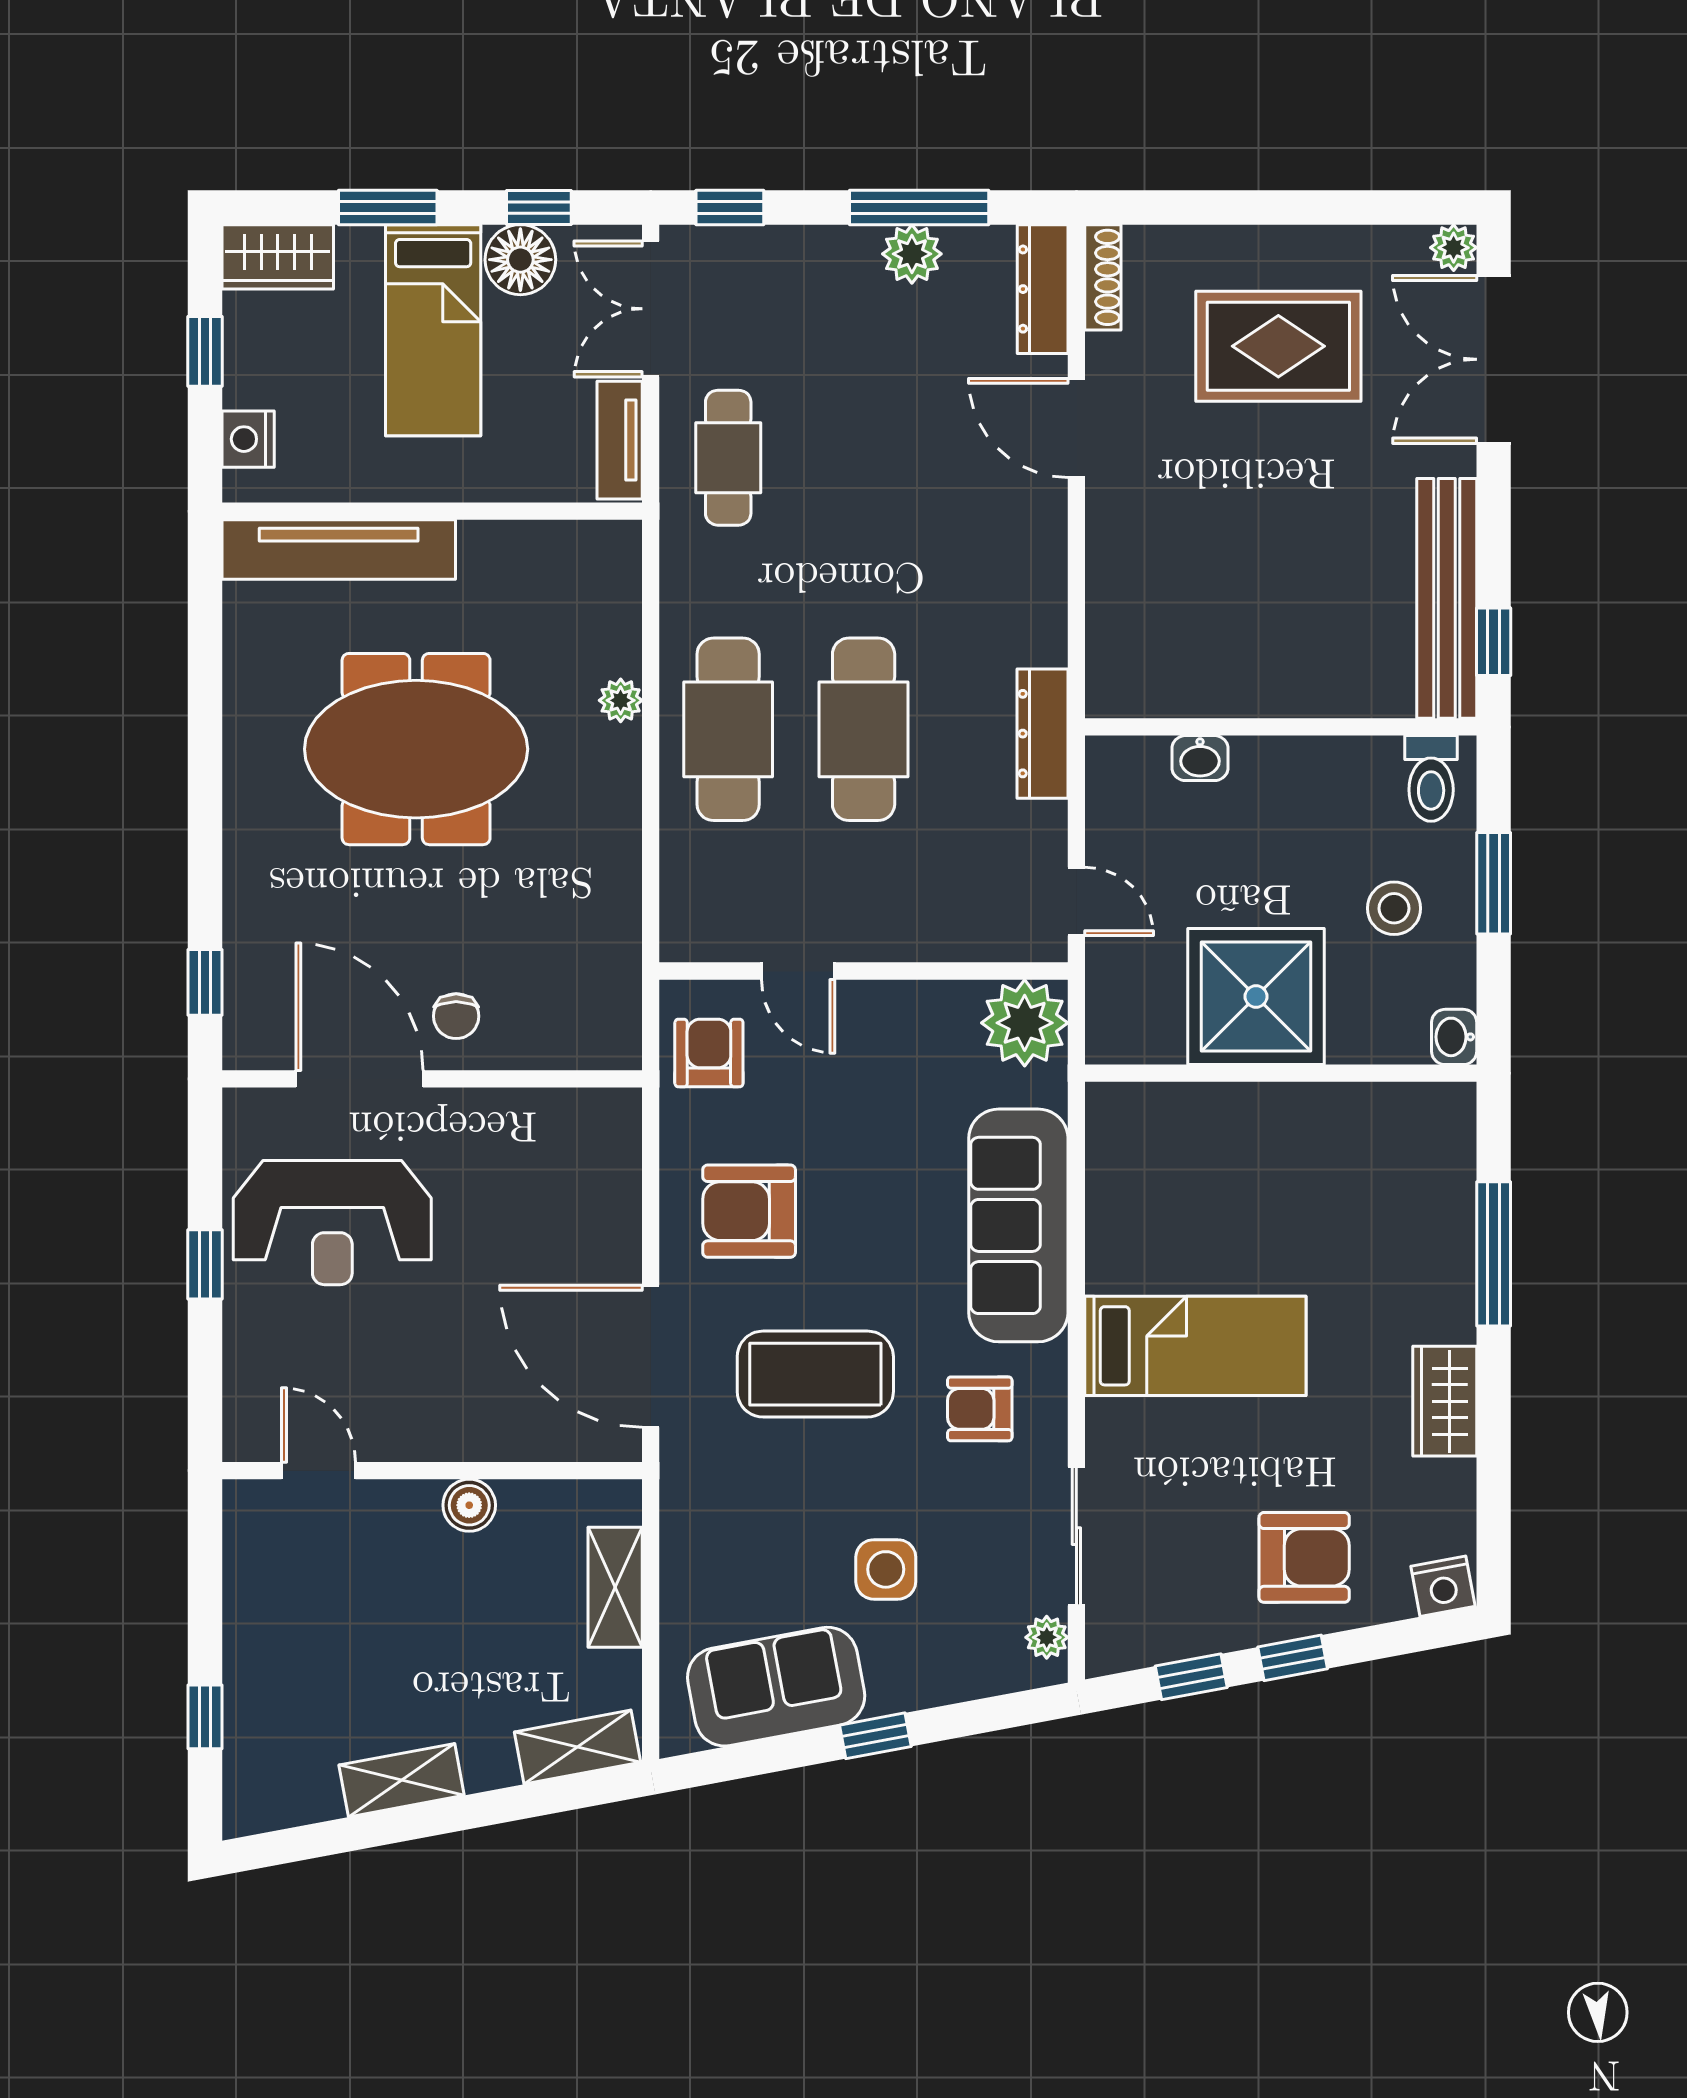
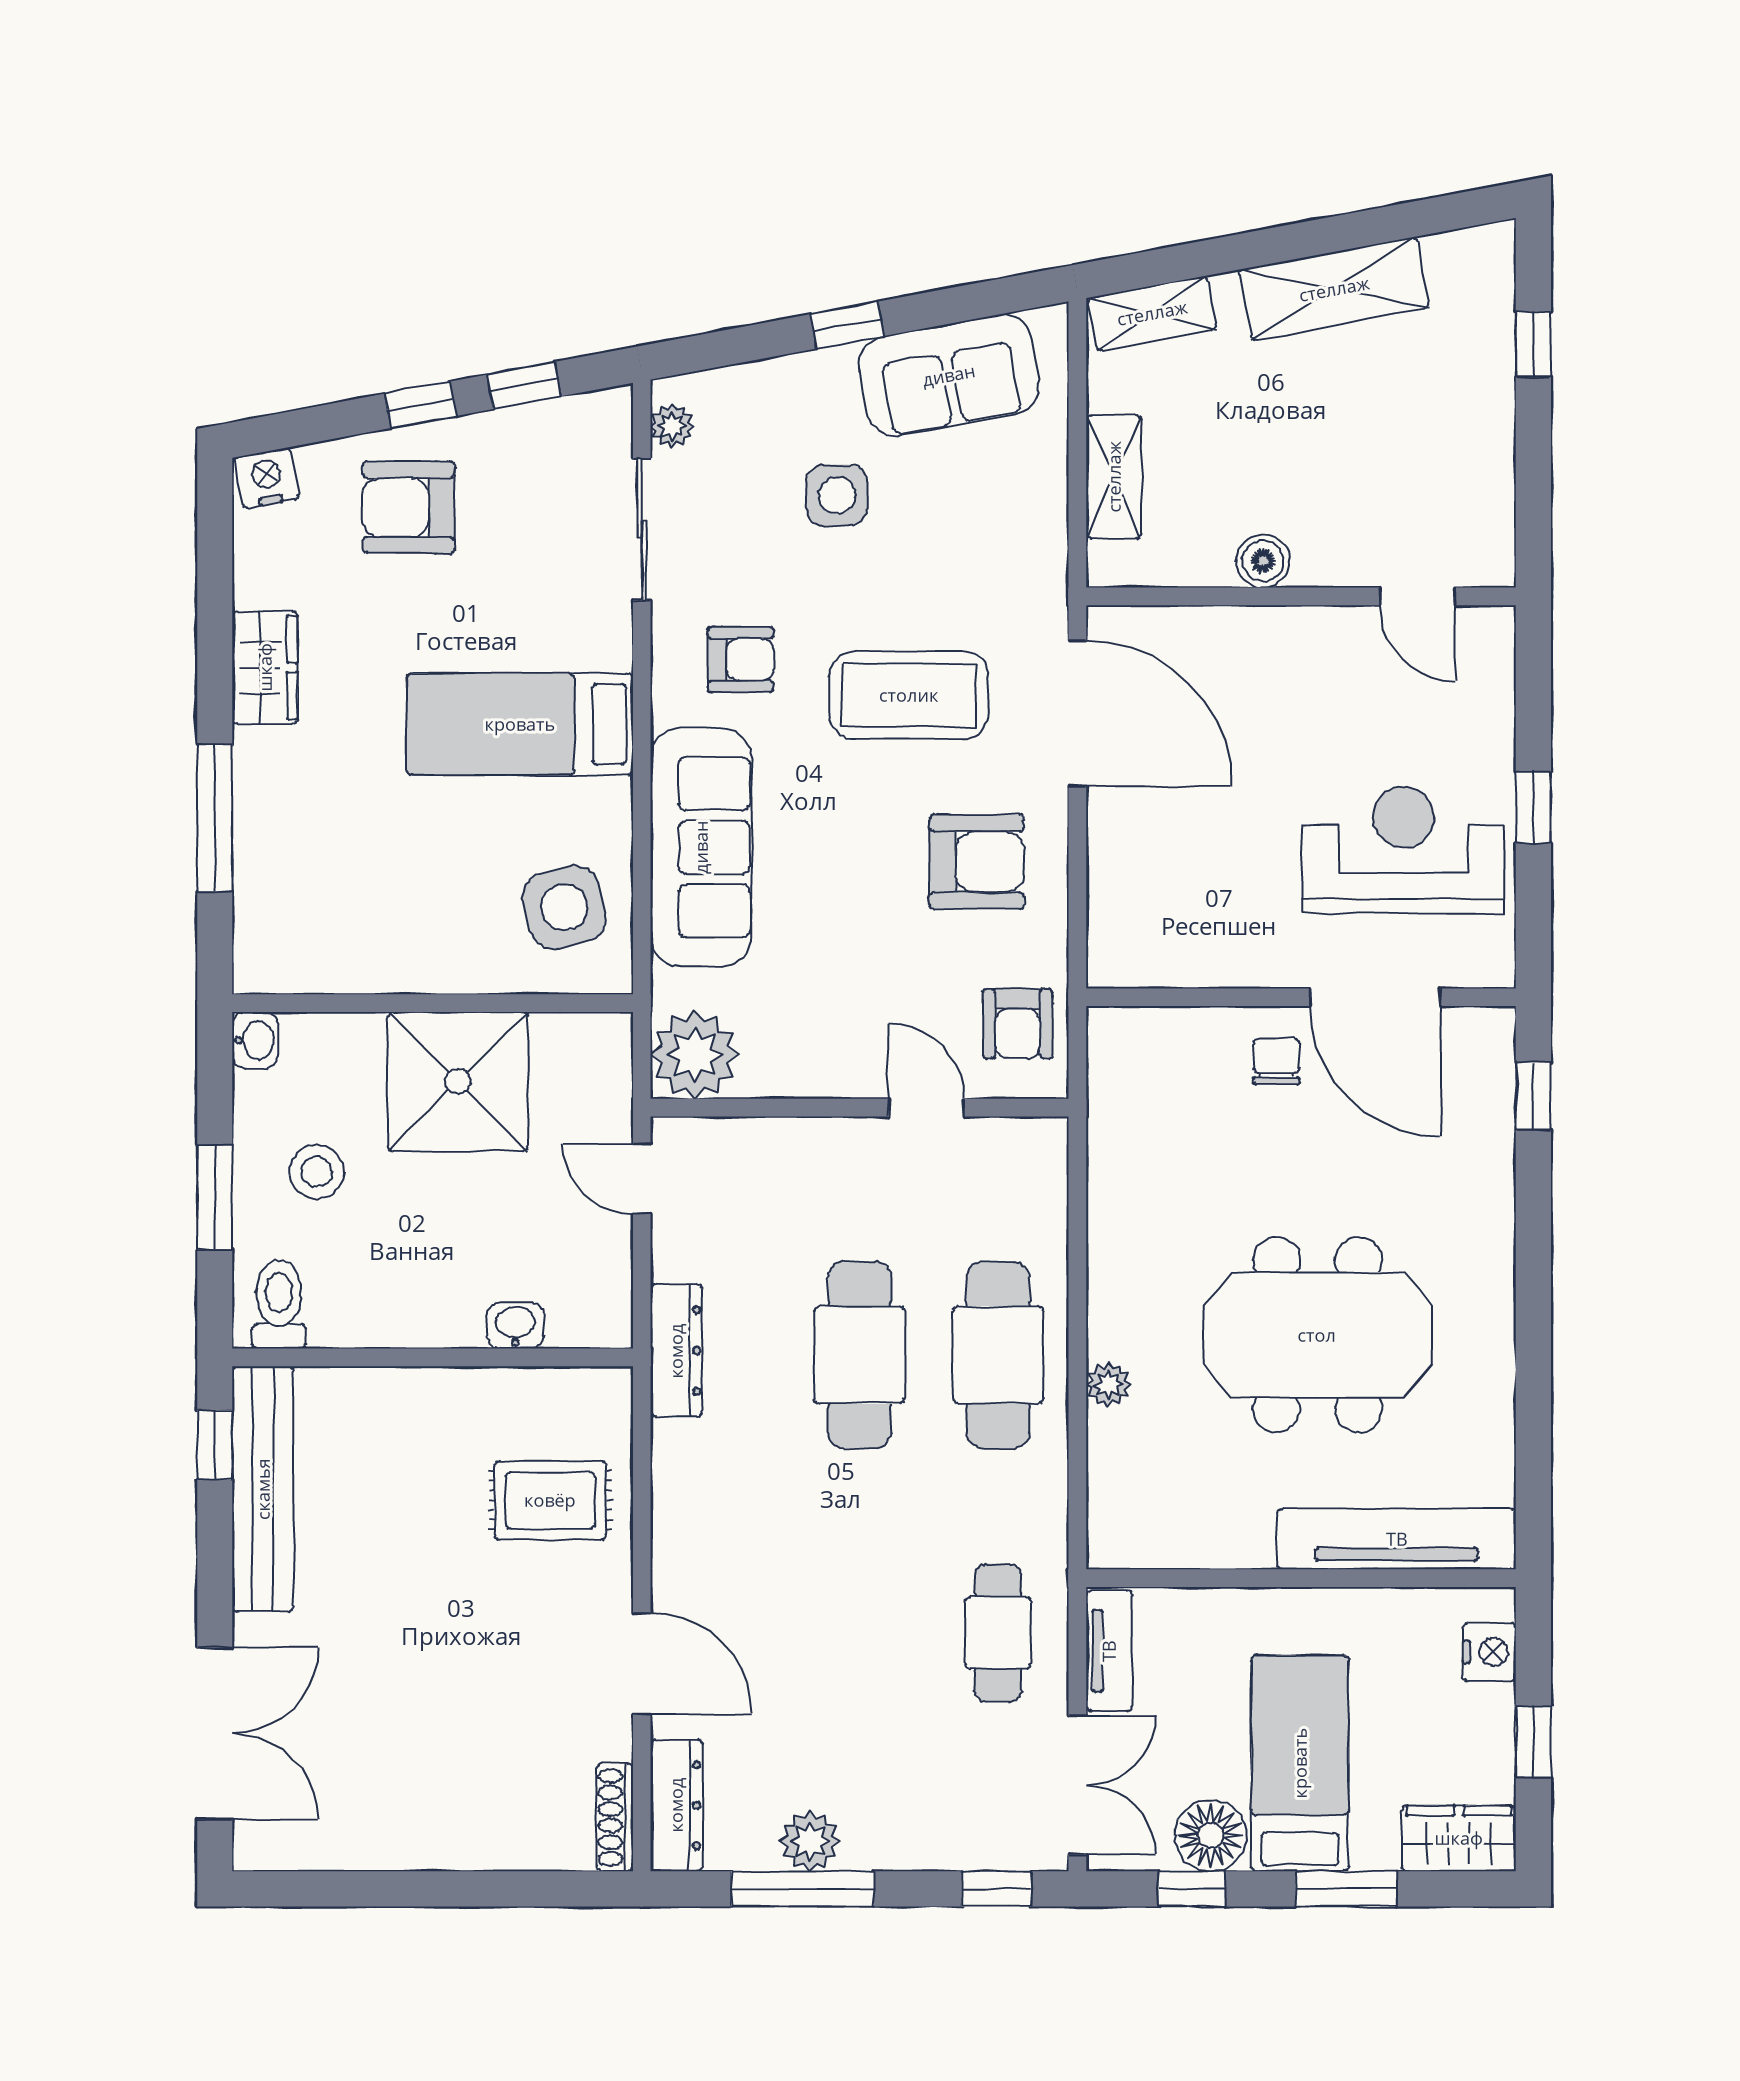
plant: (1454, 248) -> (256, 1848), removed
rug: (1278, 346) -> (550, 1500), moved, width x0.73, depth x0.70
side table: (1152, 1167) -> (564, 907), added
shelving: (402, 1780) -> (1334, 289), width x1.50, depth x1.33

